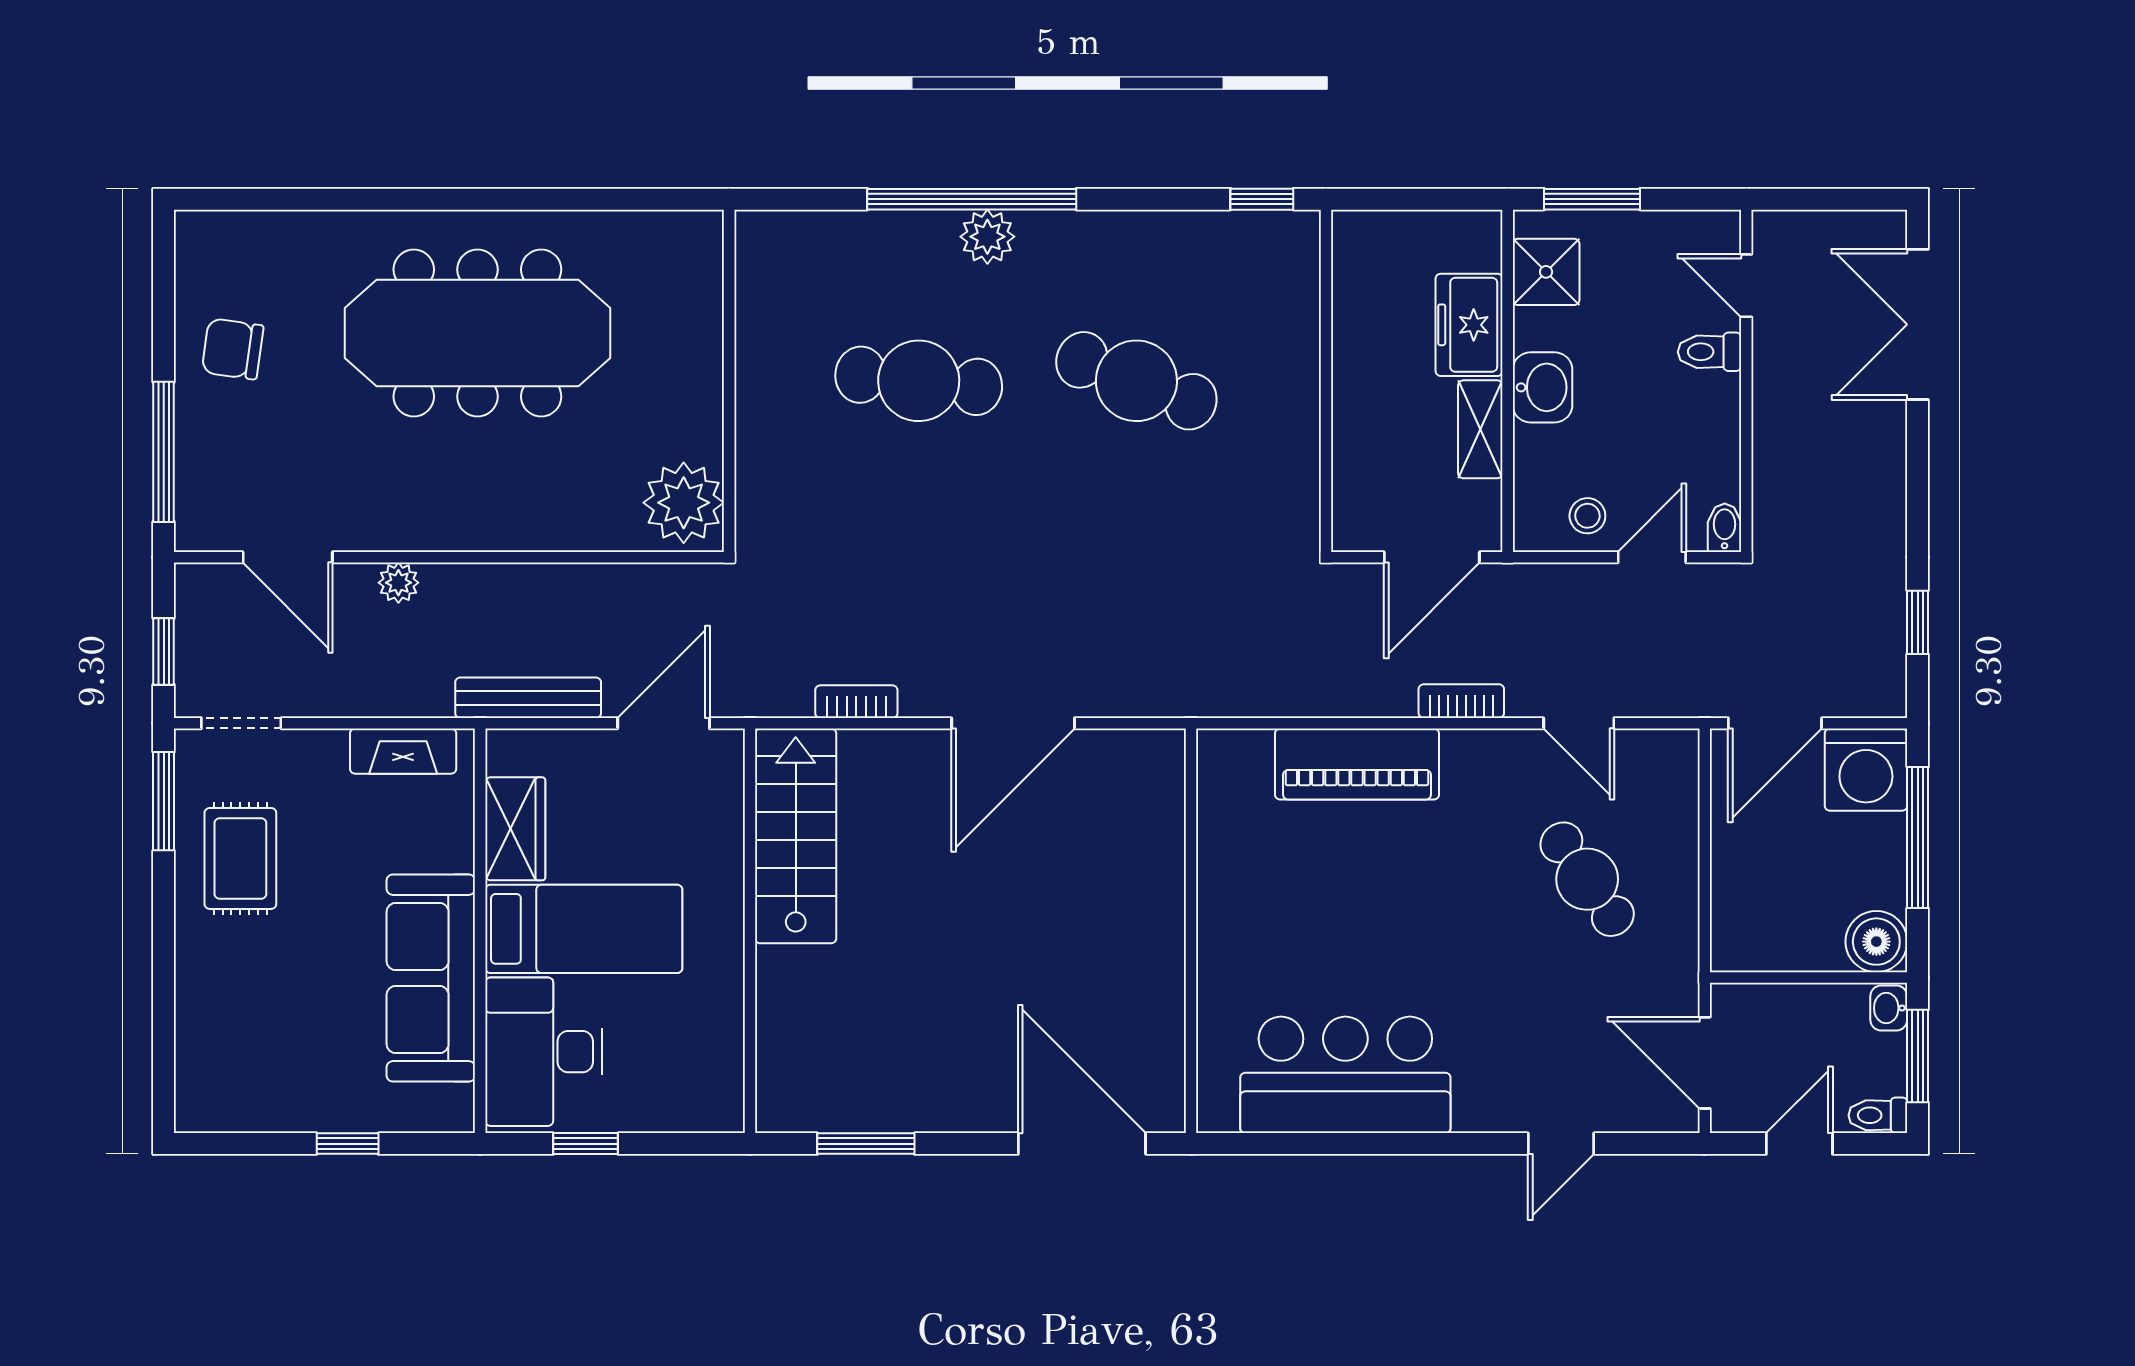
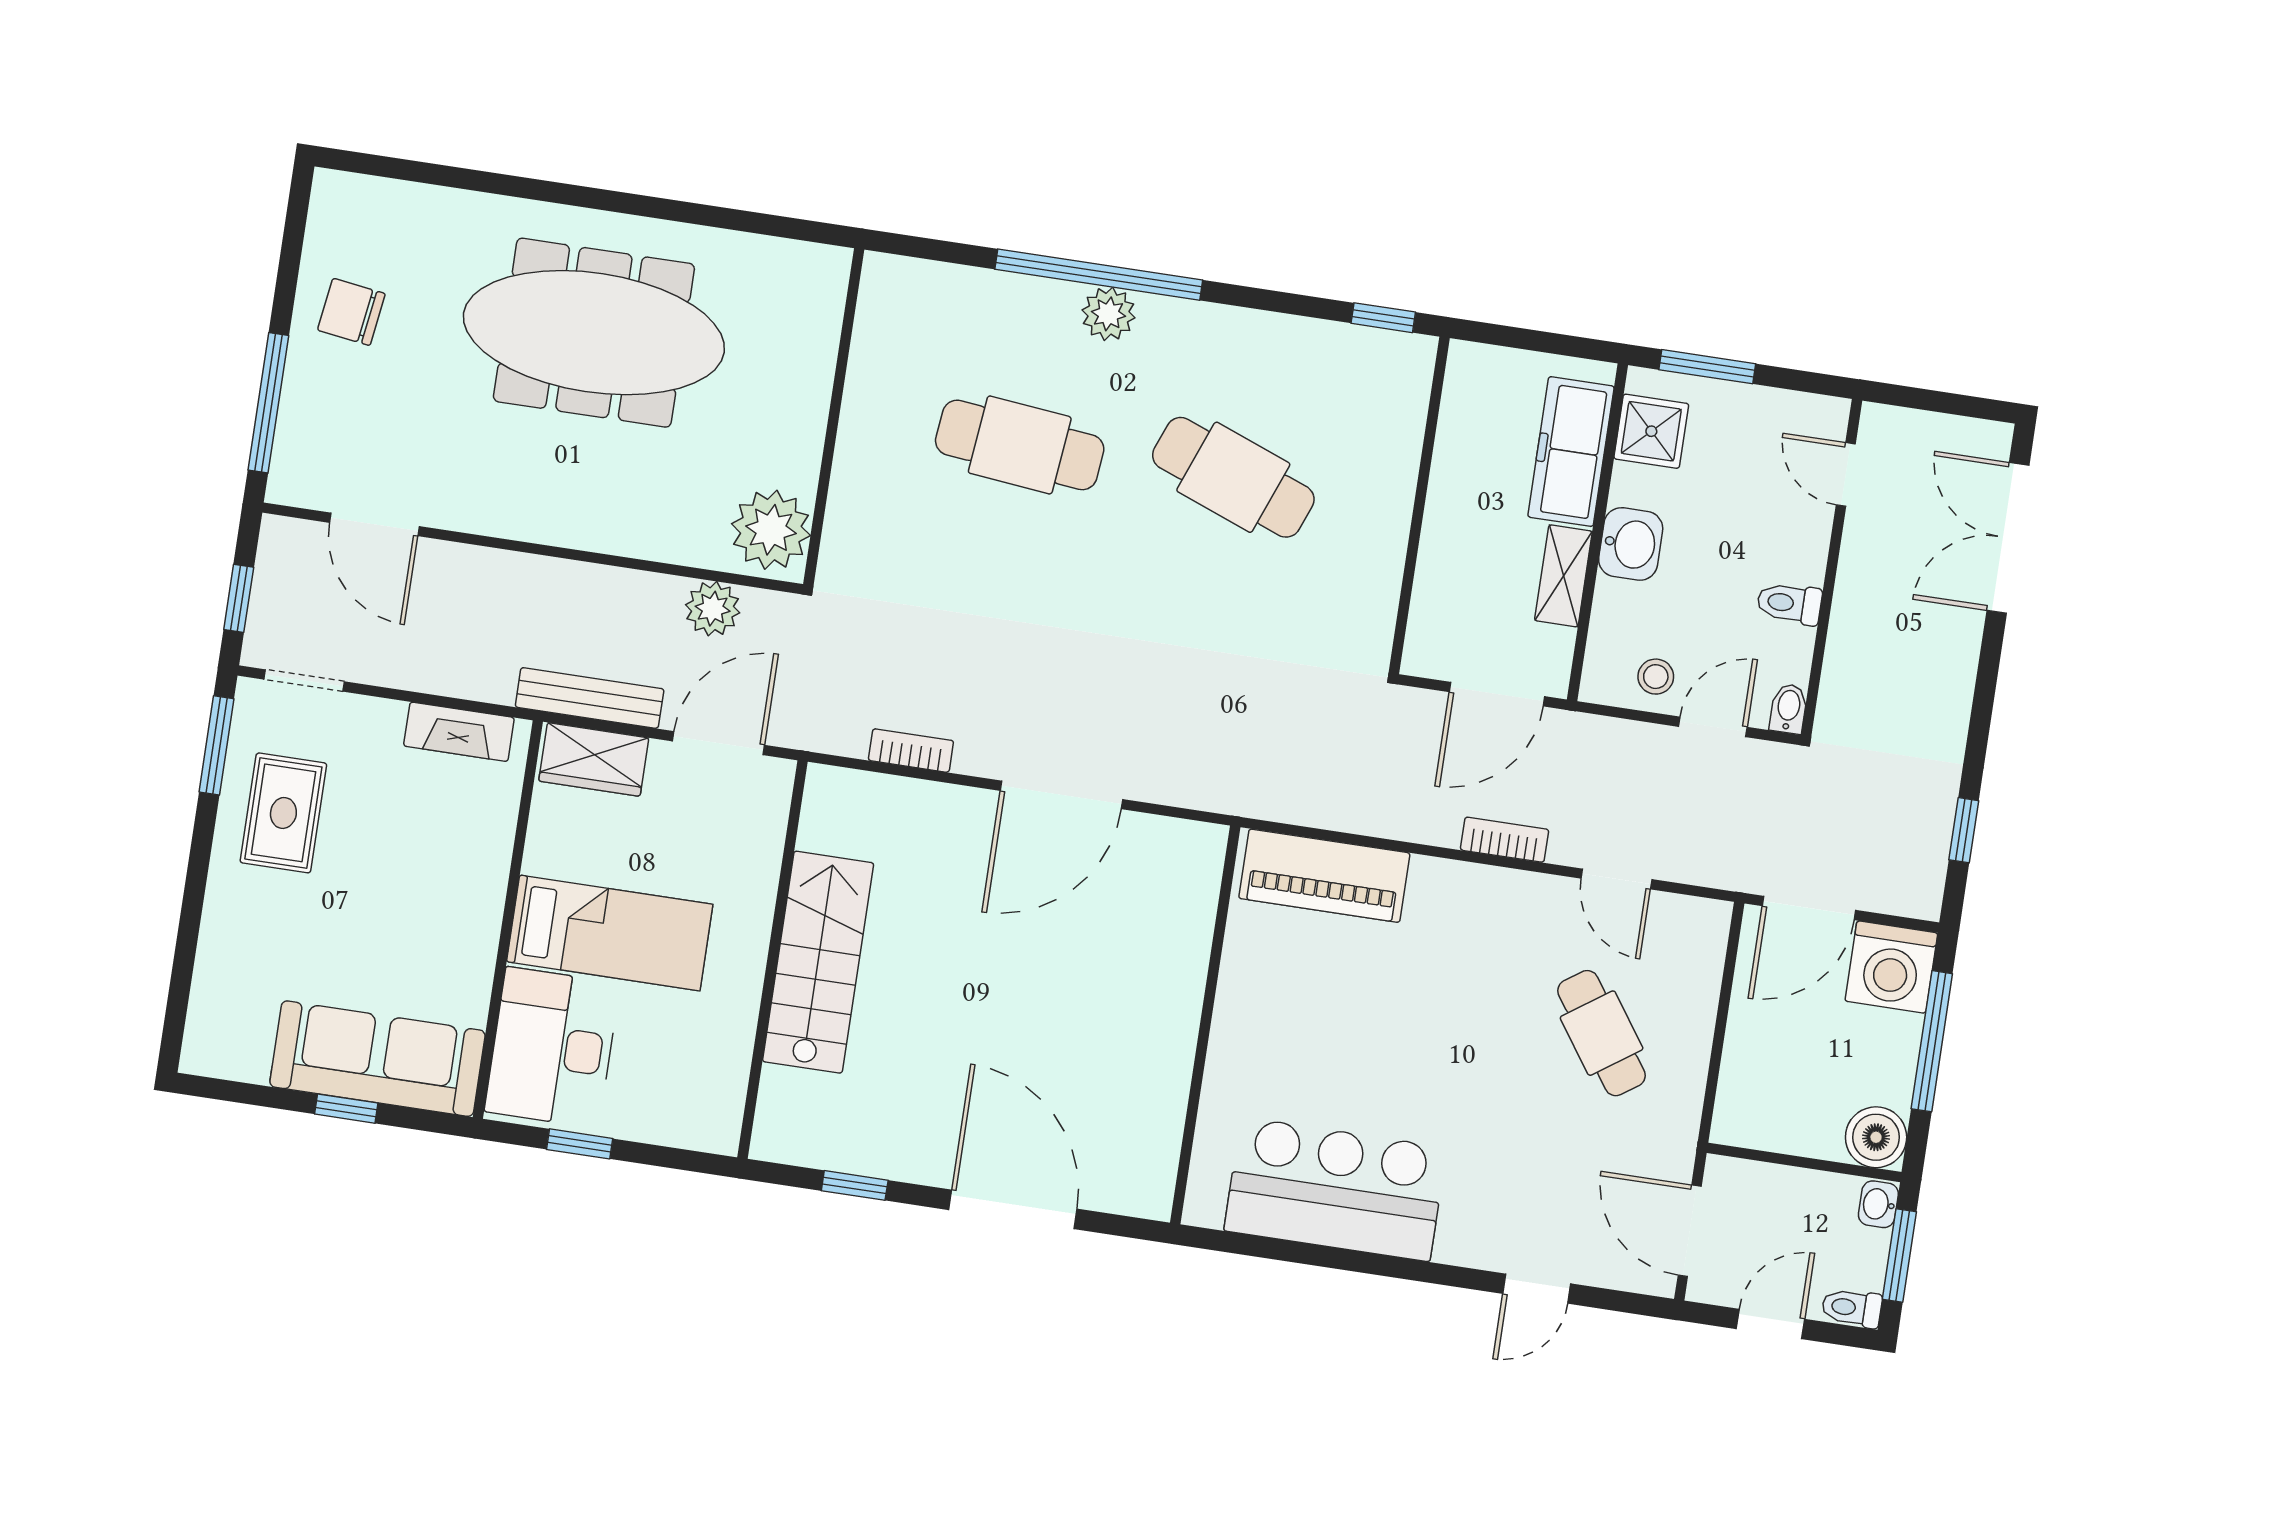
freezer: (1469, 325) -> (1571, 452), width x1.40
toilet: (1710, 352) -> (1789, 603), moved
plant: (398, 583) -> (713, 609), moved, width x1.38, depth x1.38
piano: (1357, 764) -> (1324, 876), moved
wardrobe: (515, 829) -> (594, 759), moved, turned 90
stairs: (796, 836) -> (818, 962), moved
sofa: (431, 978) -> (377, 1059), moved, turned 90
window: (866, 1144) -> (855, 1185), width x0.67
door: (1082, 1144) -> (1013, 1209), moved

